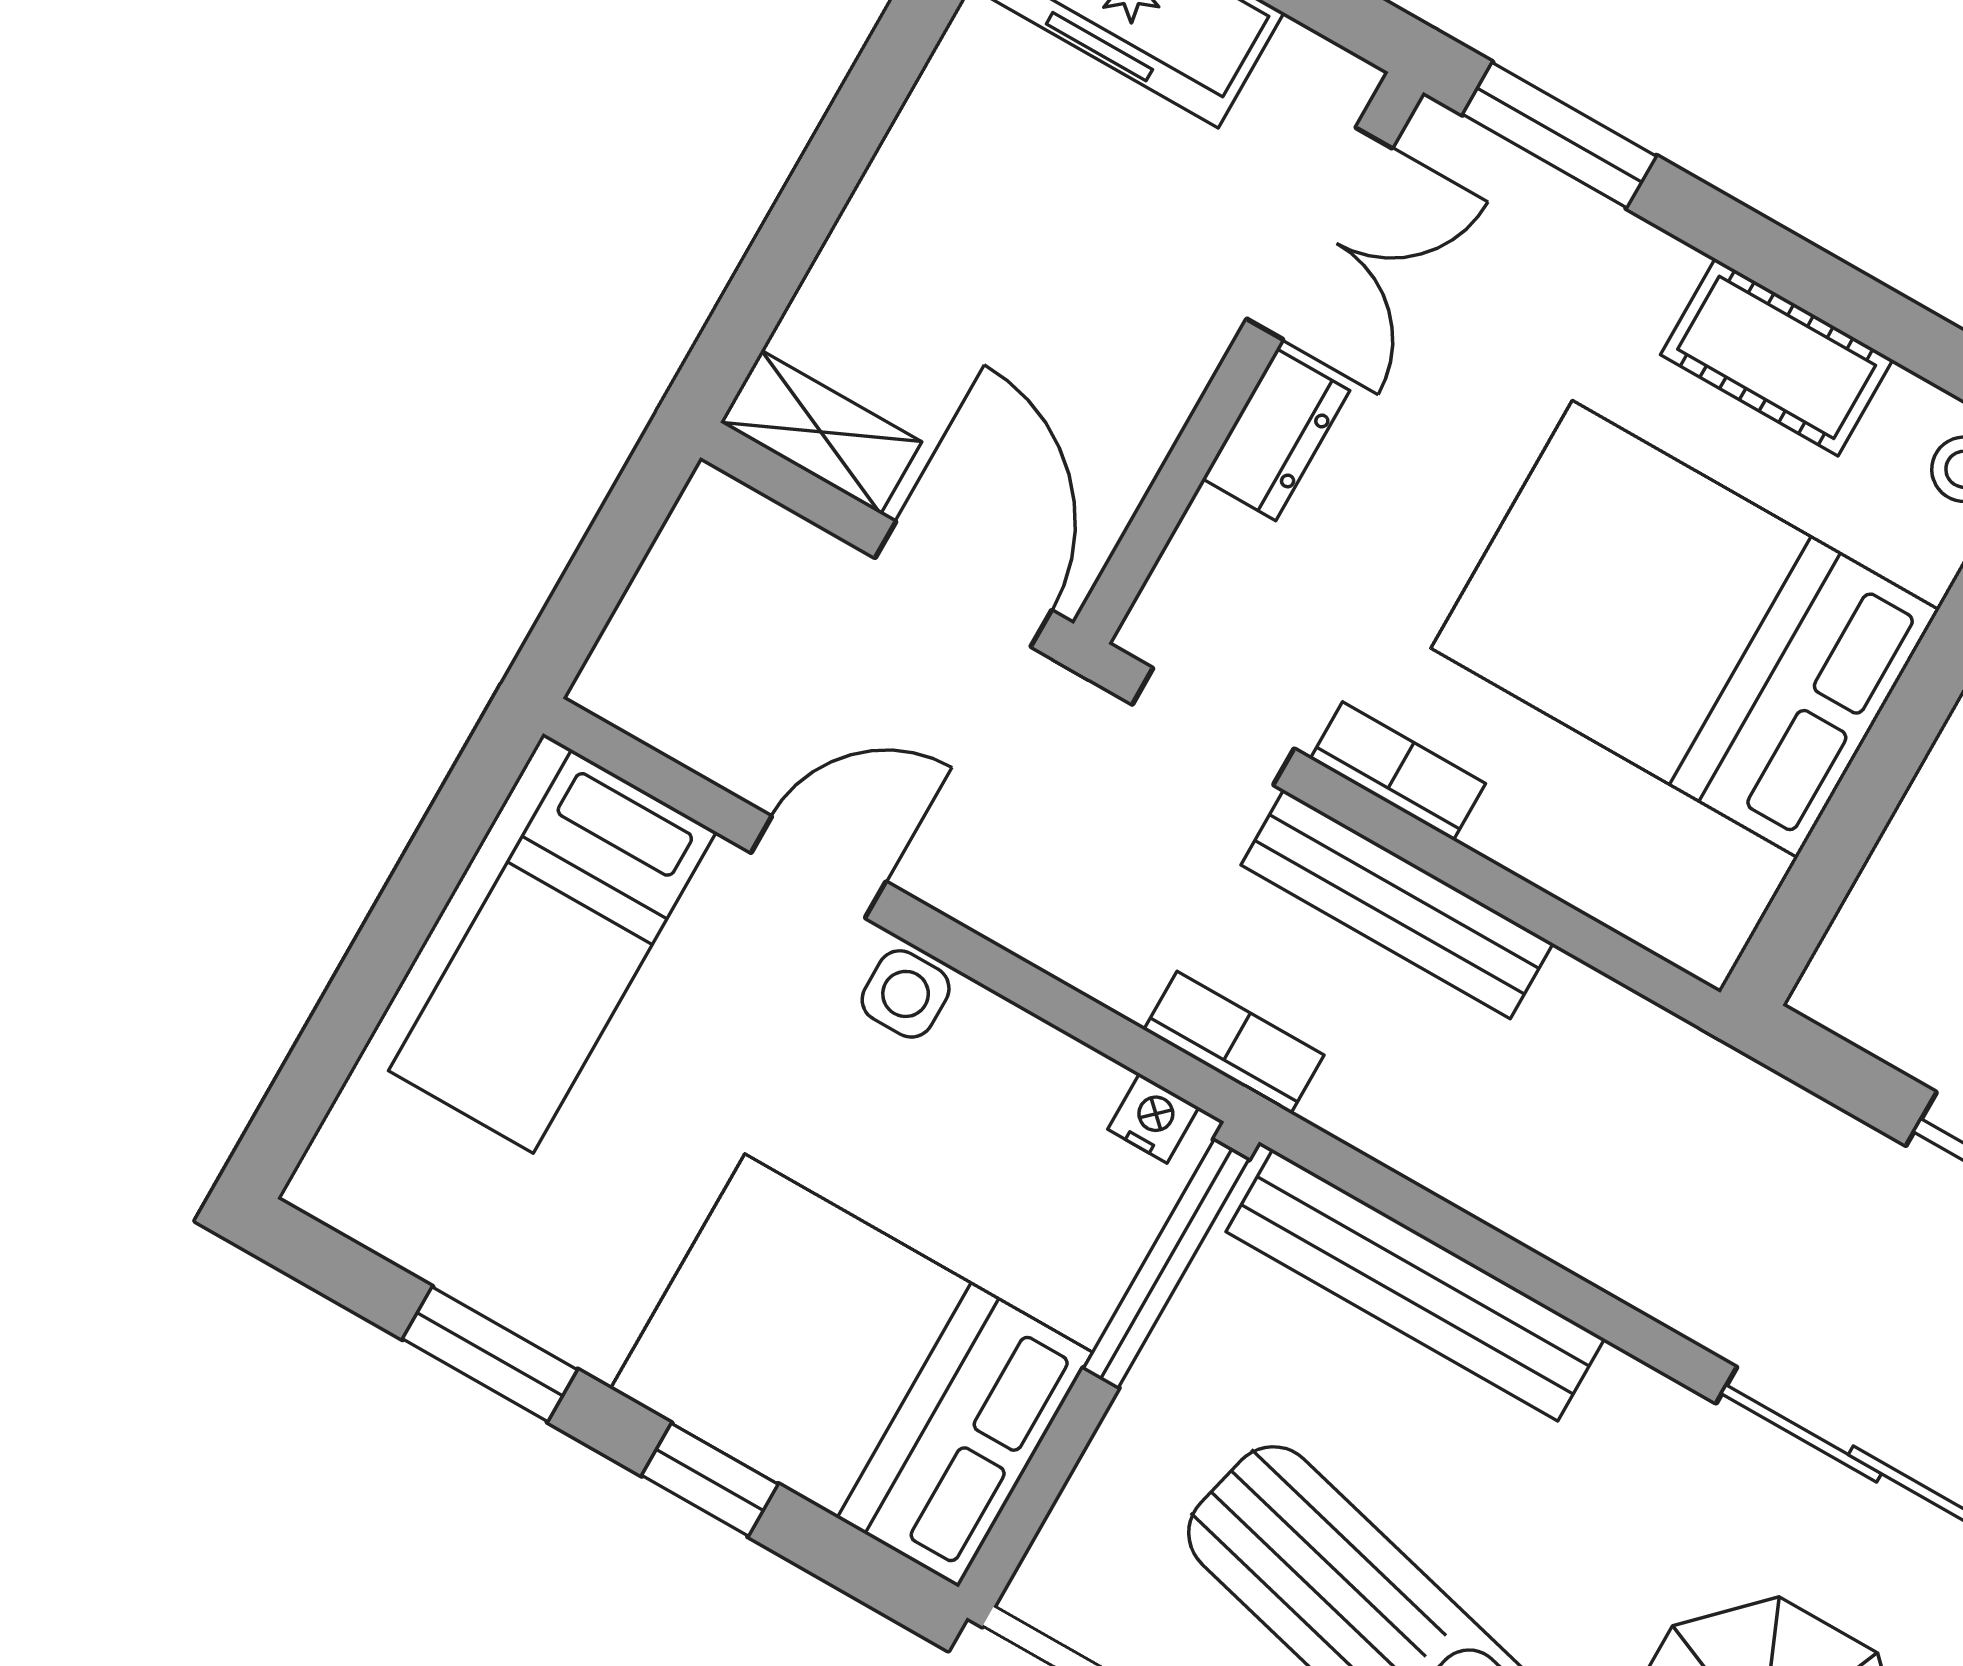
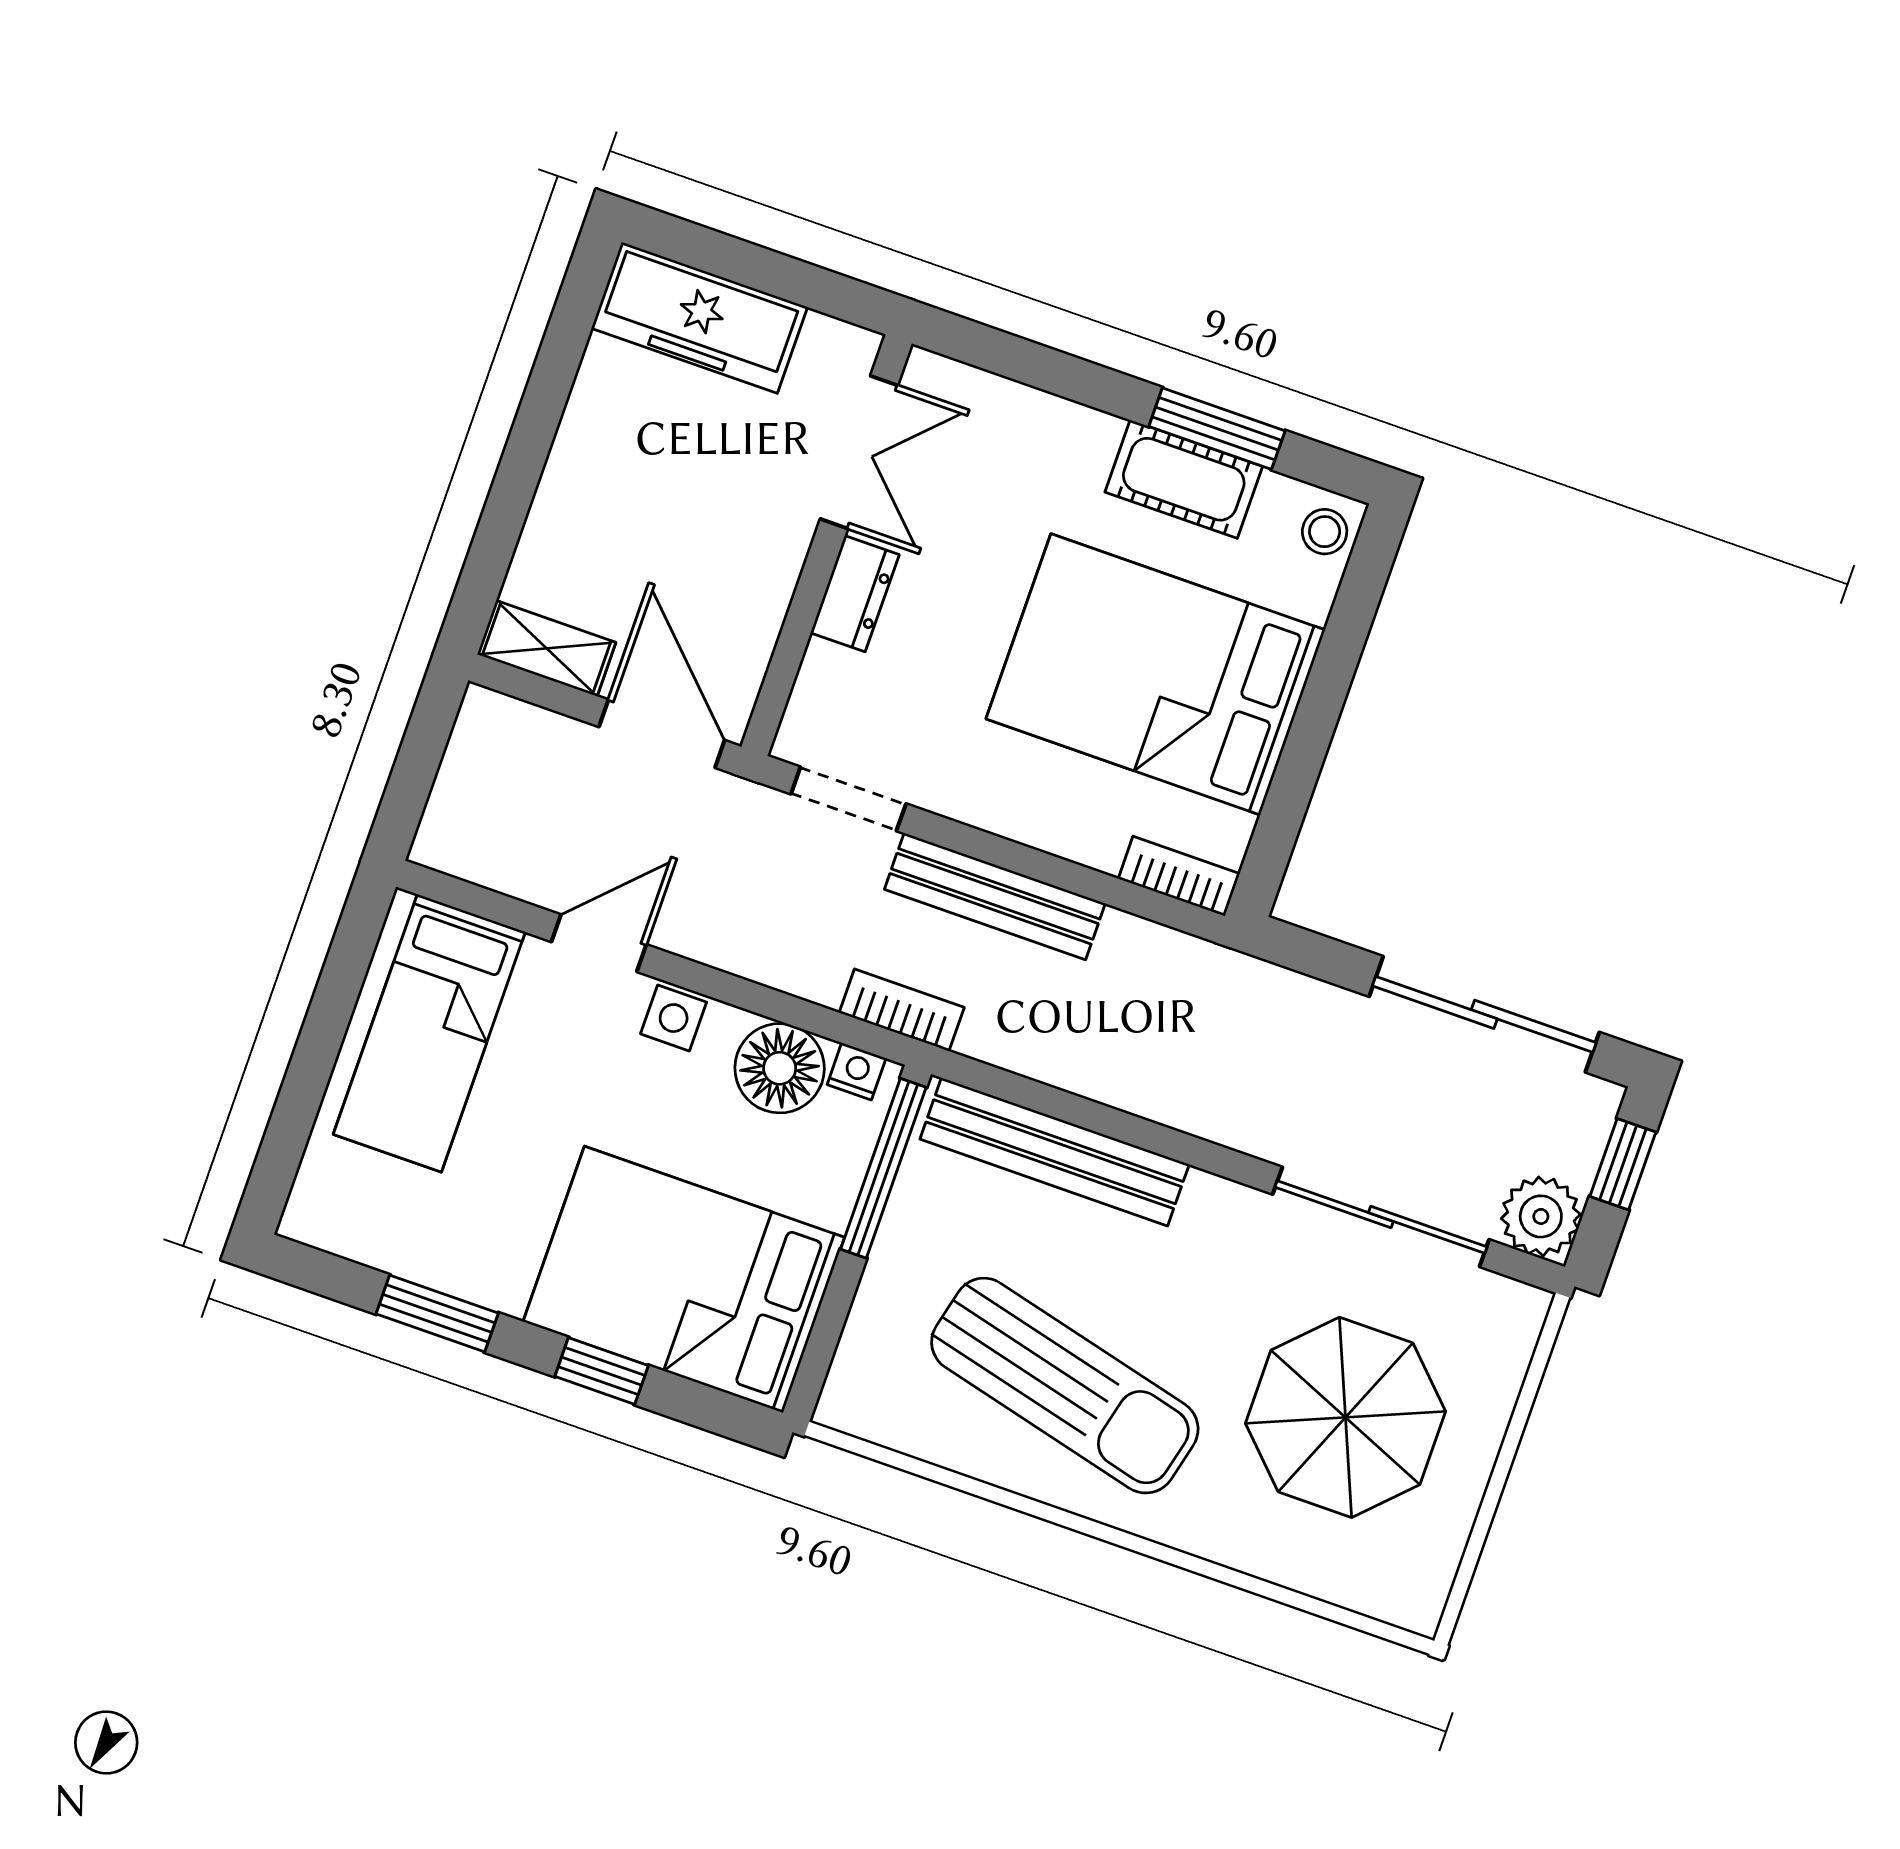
window: (1559, 135) -> (1217, 429), moved
bookcase: (1398, 771) -> (1179, 876), moved
floor lamp: (1044, 1094) -> (780, 1068), added

